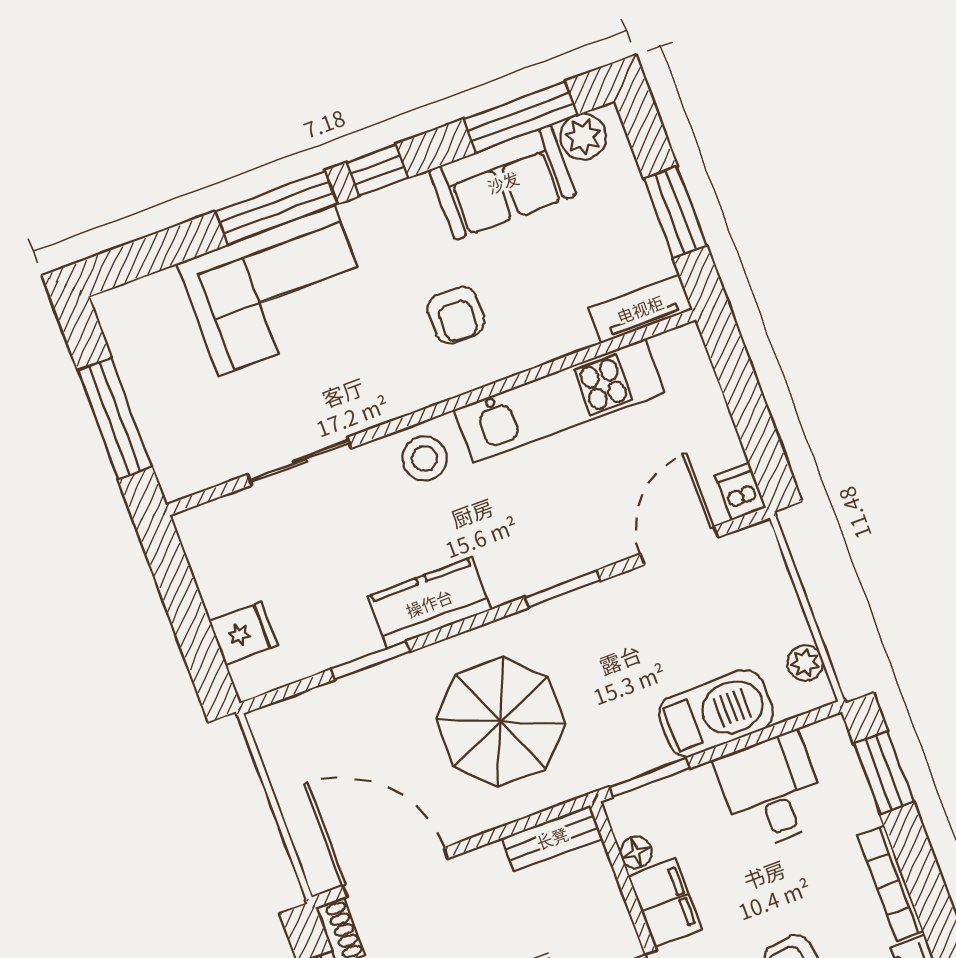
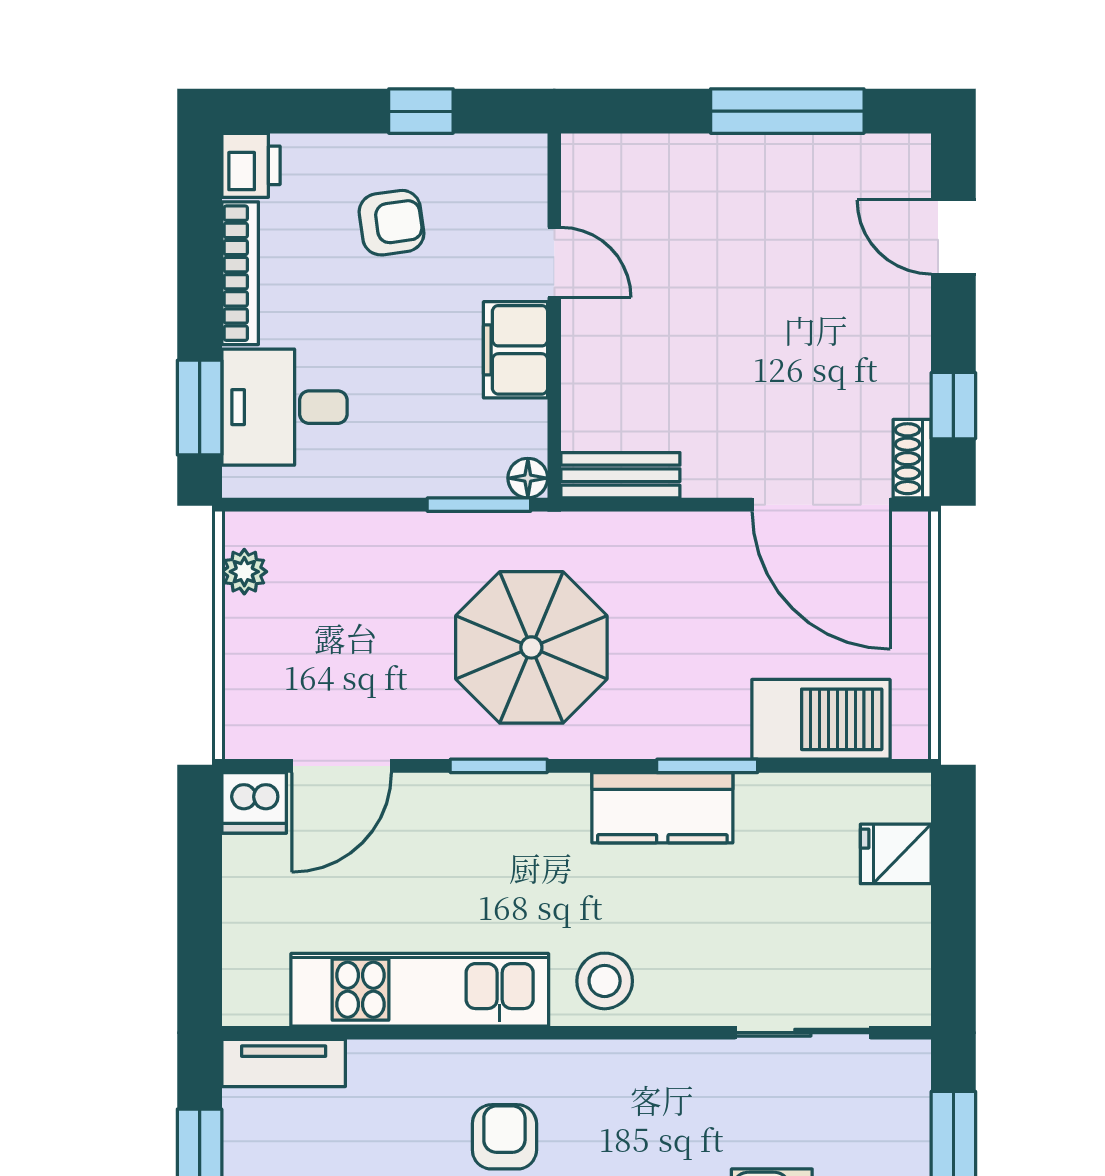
sliding door: (300, 461) -> (803, 1033), moved
dishwasher: (741, 492) -> (254, 803), width x1.38
window: (370, 661) -> (707, 766), moved
barbecue: (716, 713) -> (821, 719), moved, turned 180
parasol: (500, 722) -> (531, 647), moved
desk: (772, 791) -> (284, 407), moved, turned 90
floor lamp: (636, 852) -> (528, 478), moved

